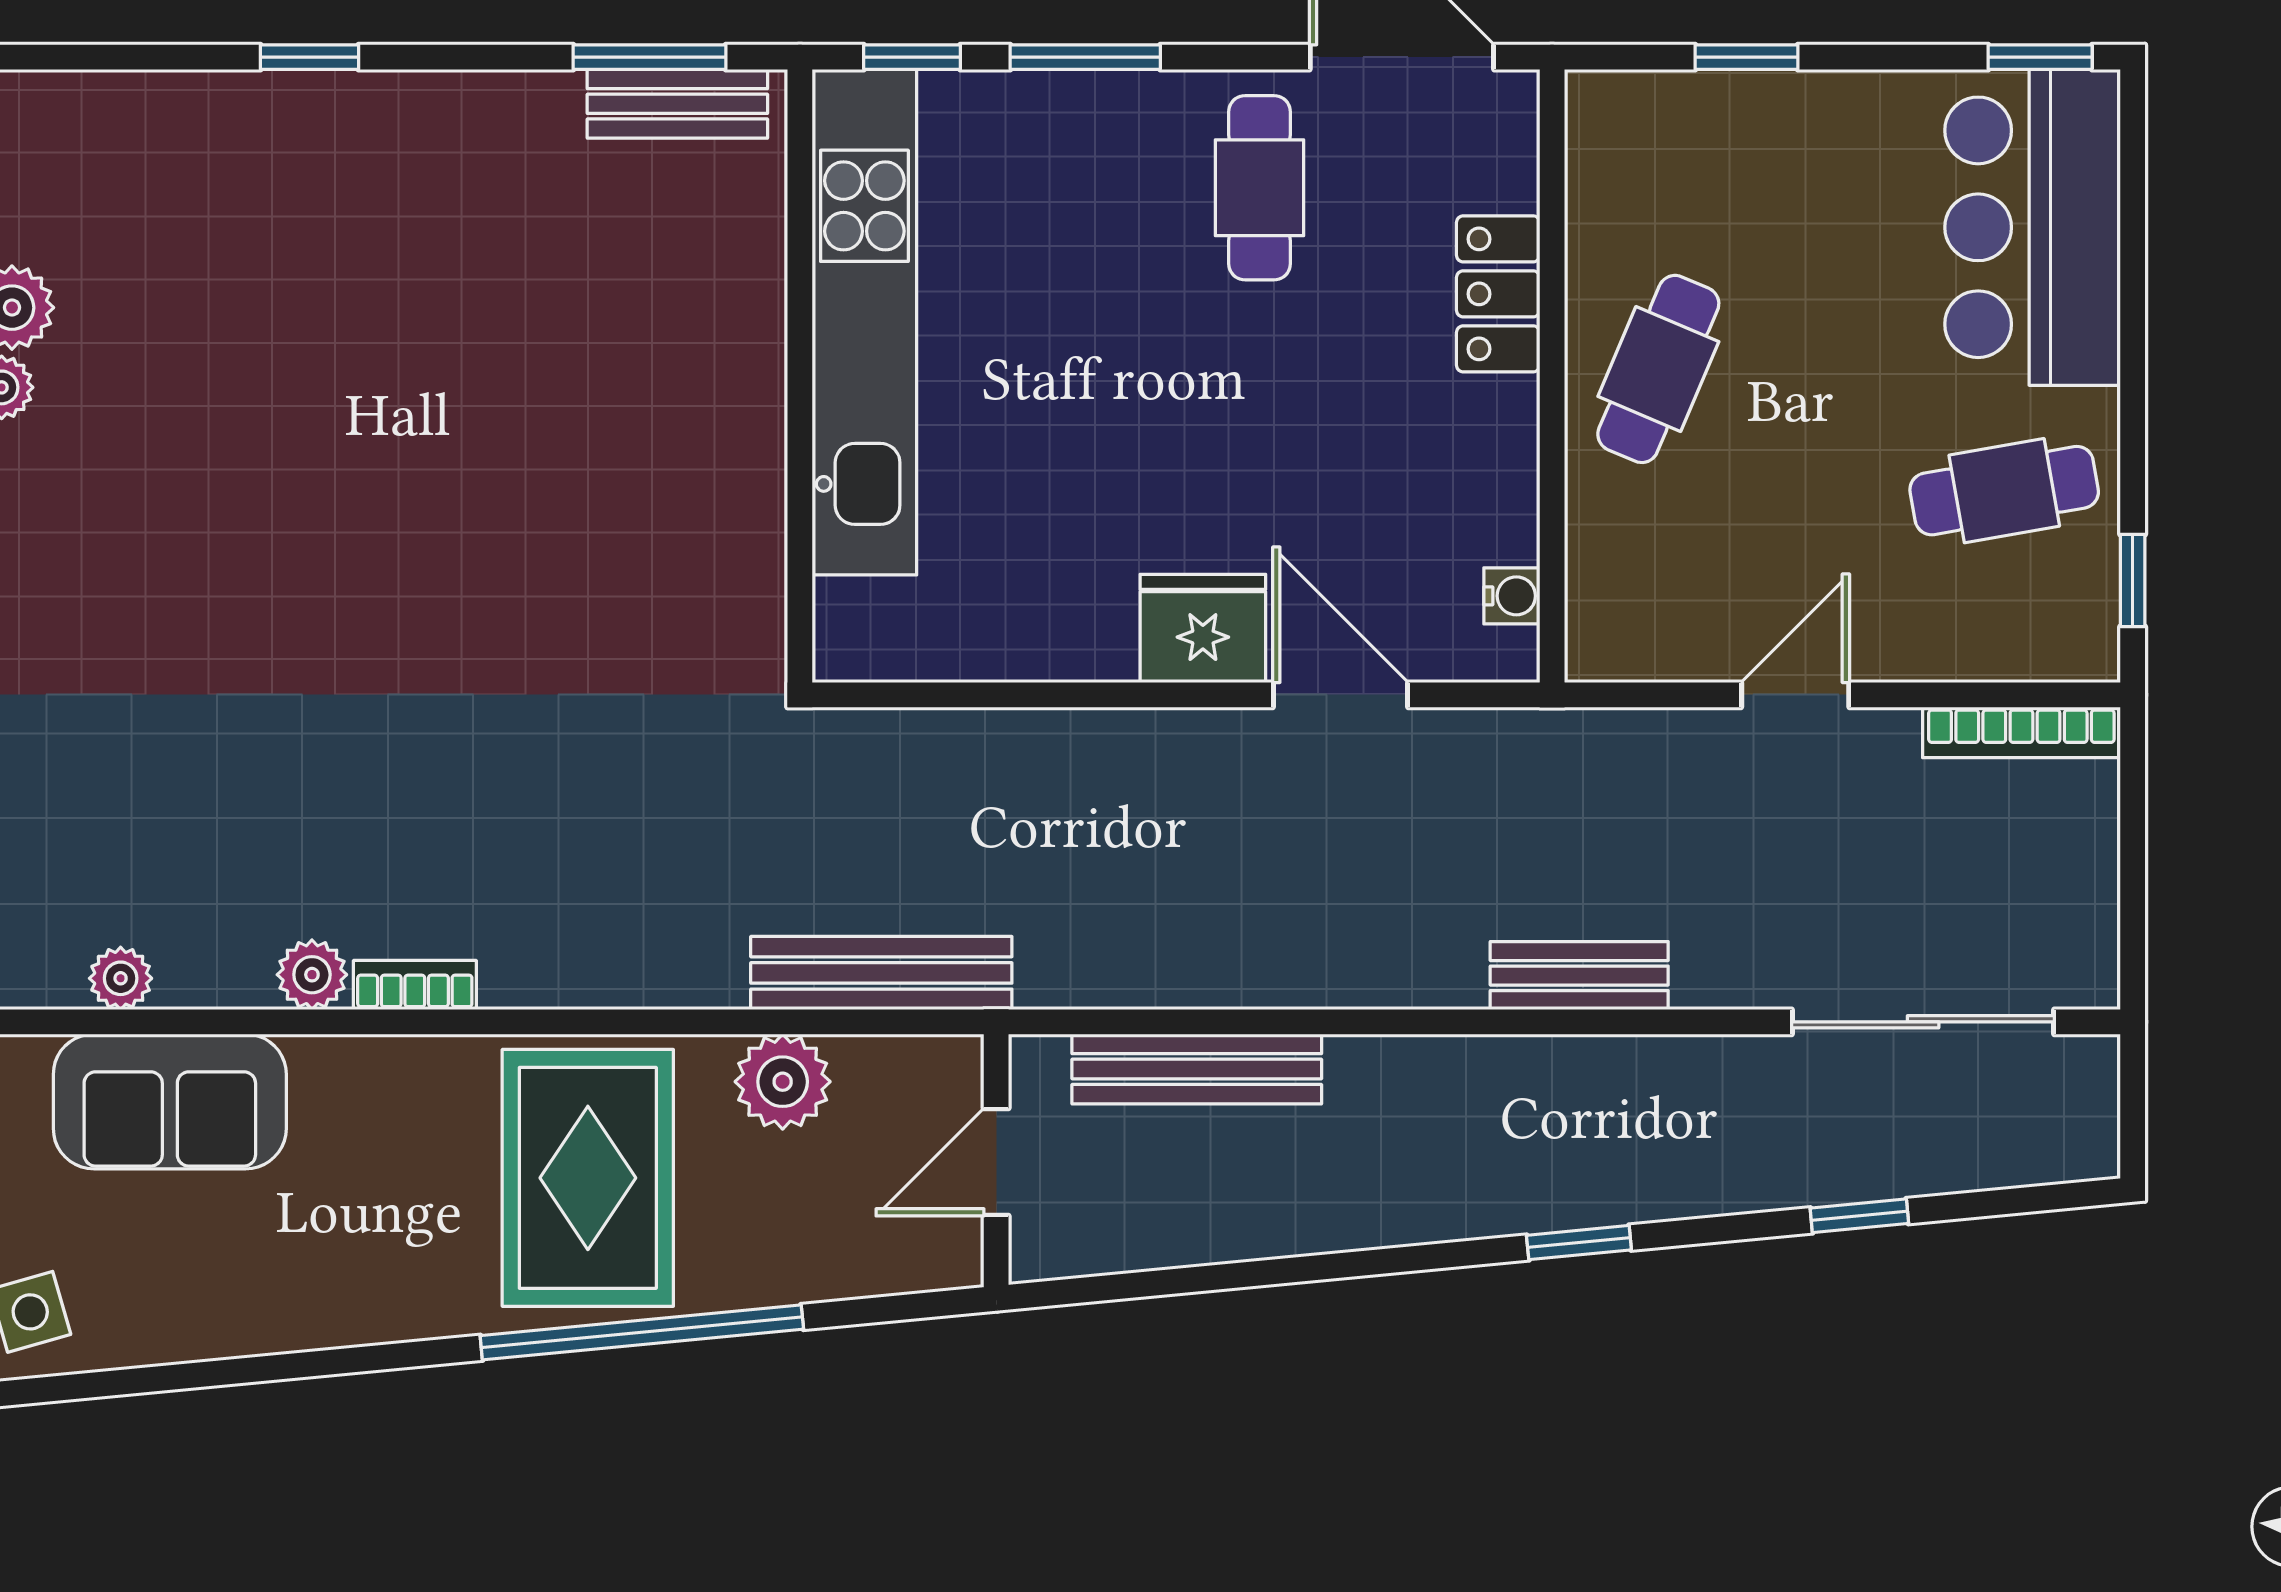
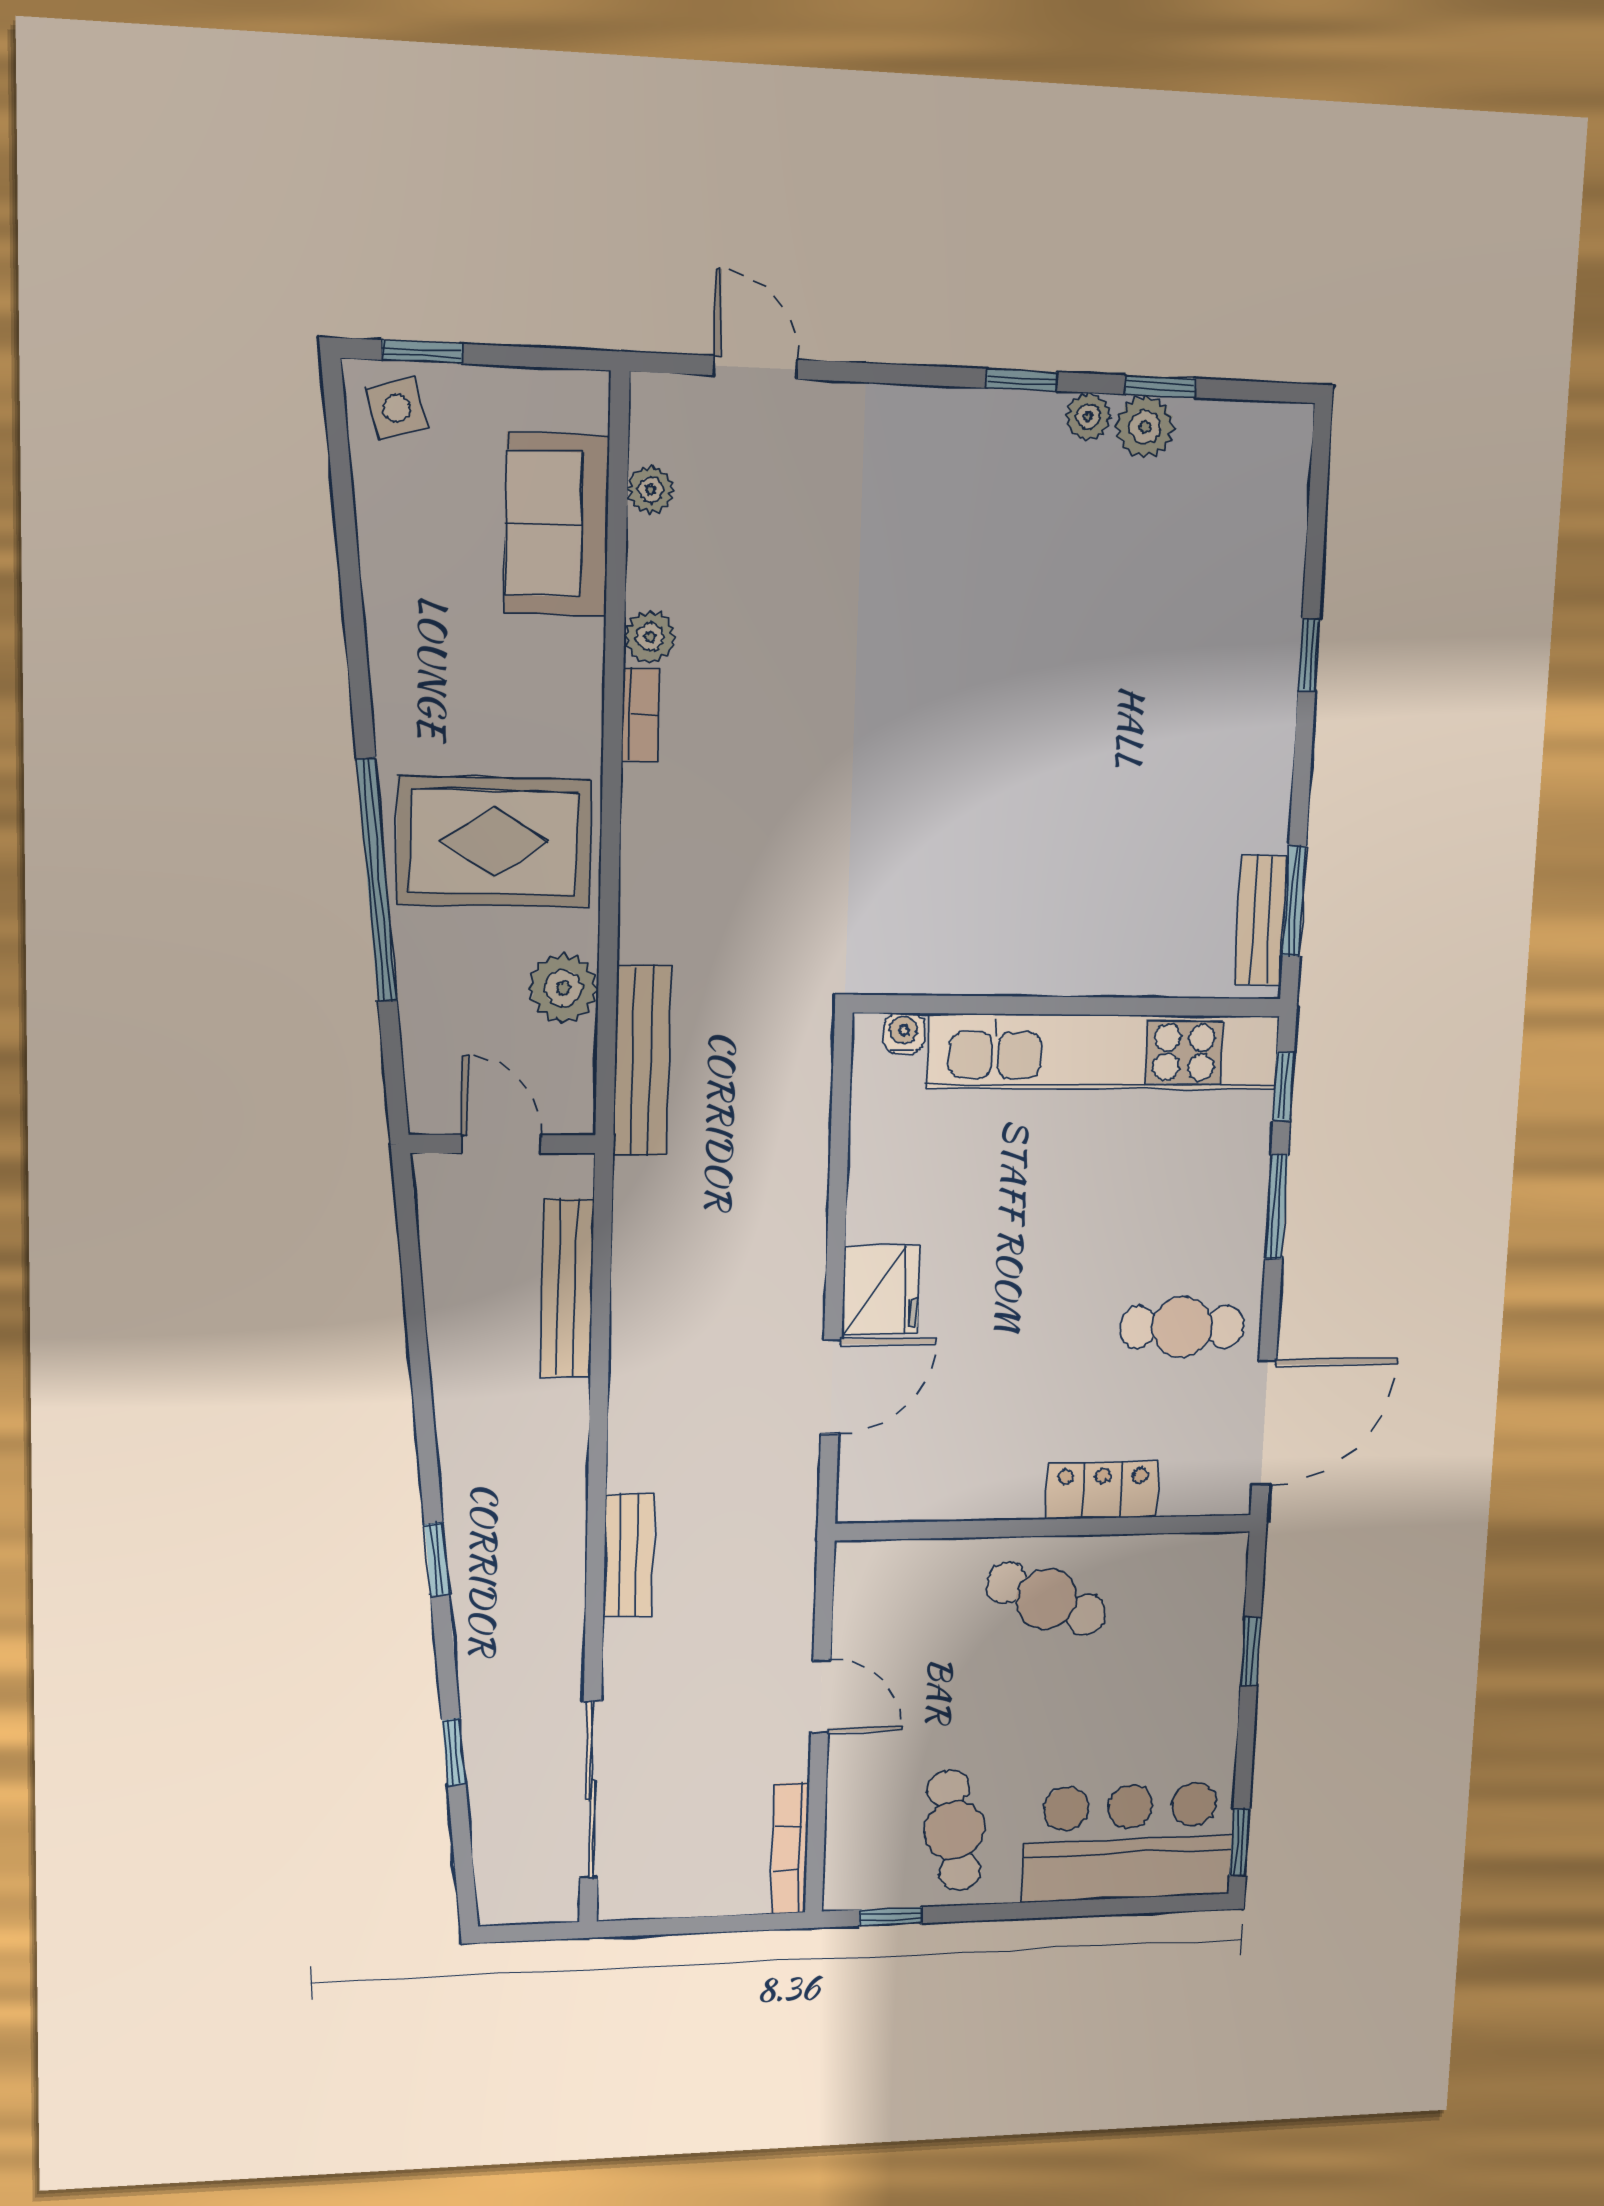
water cooler: (1512, 596) -> (904, 1033), moved, turned 180

